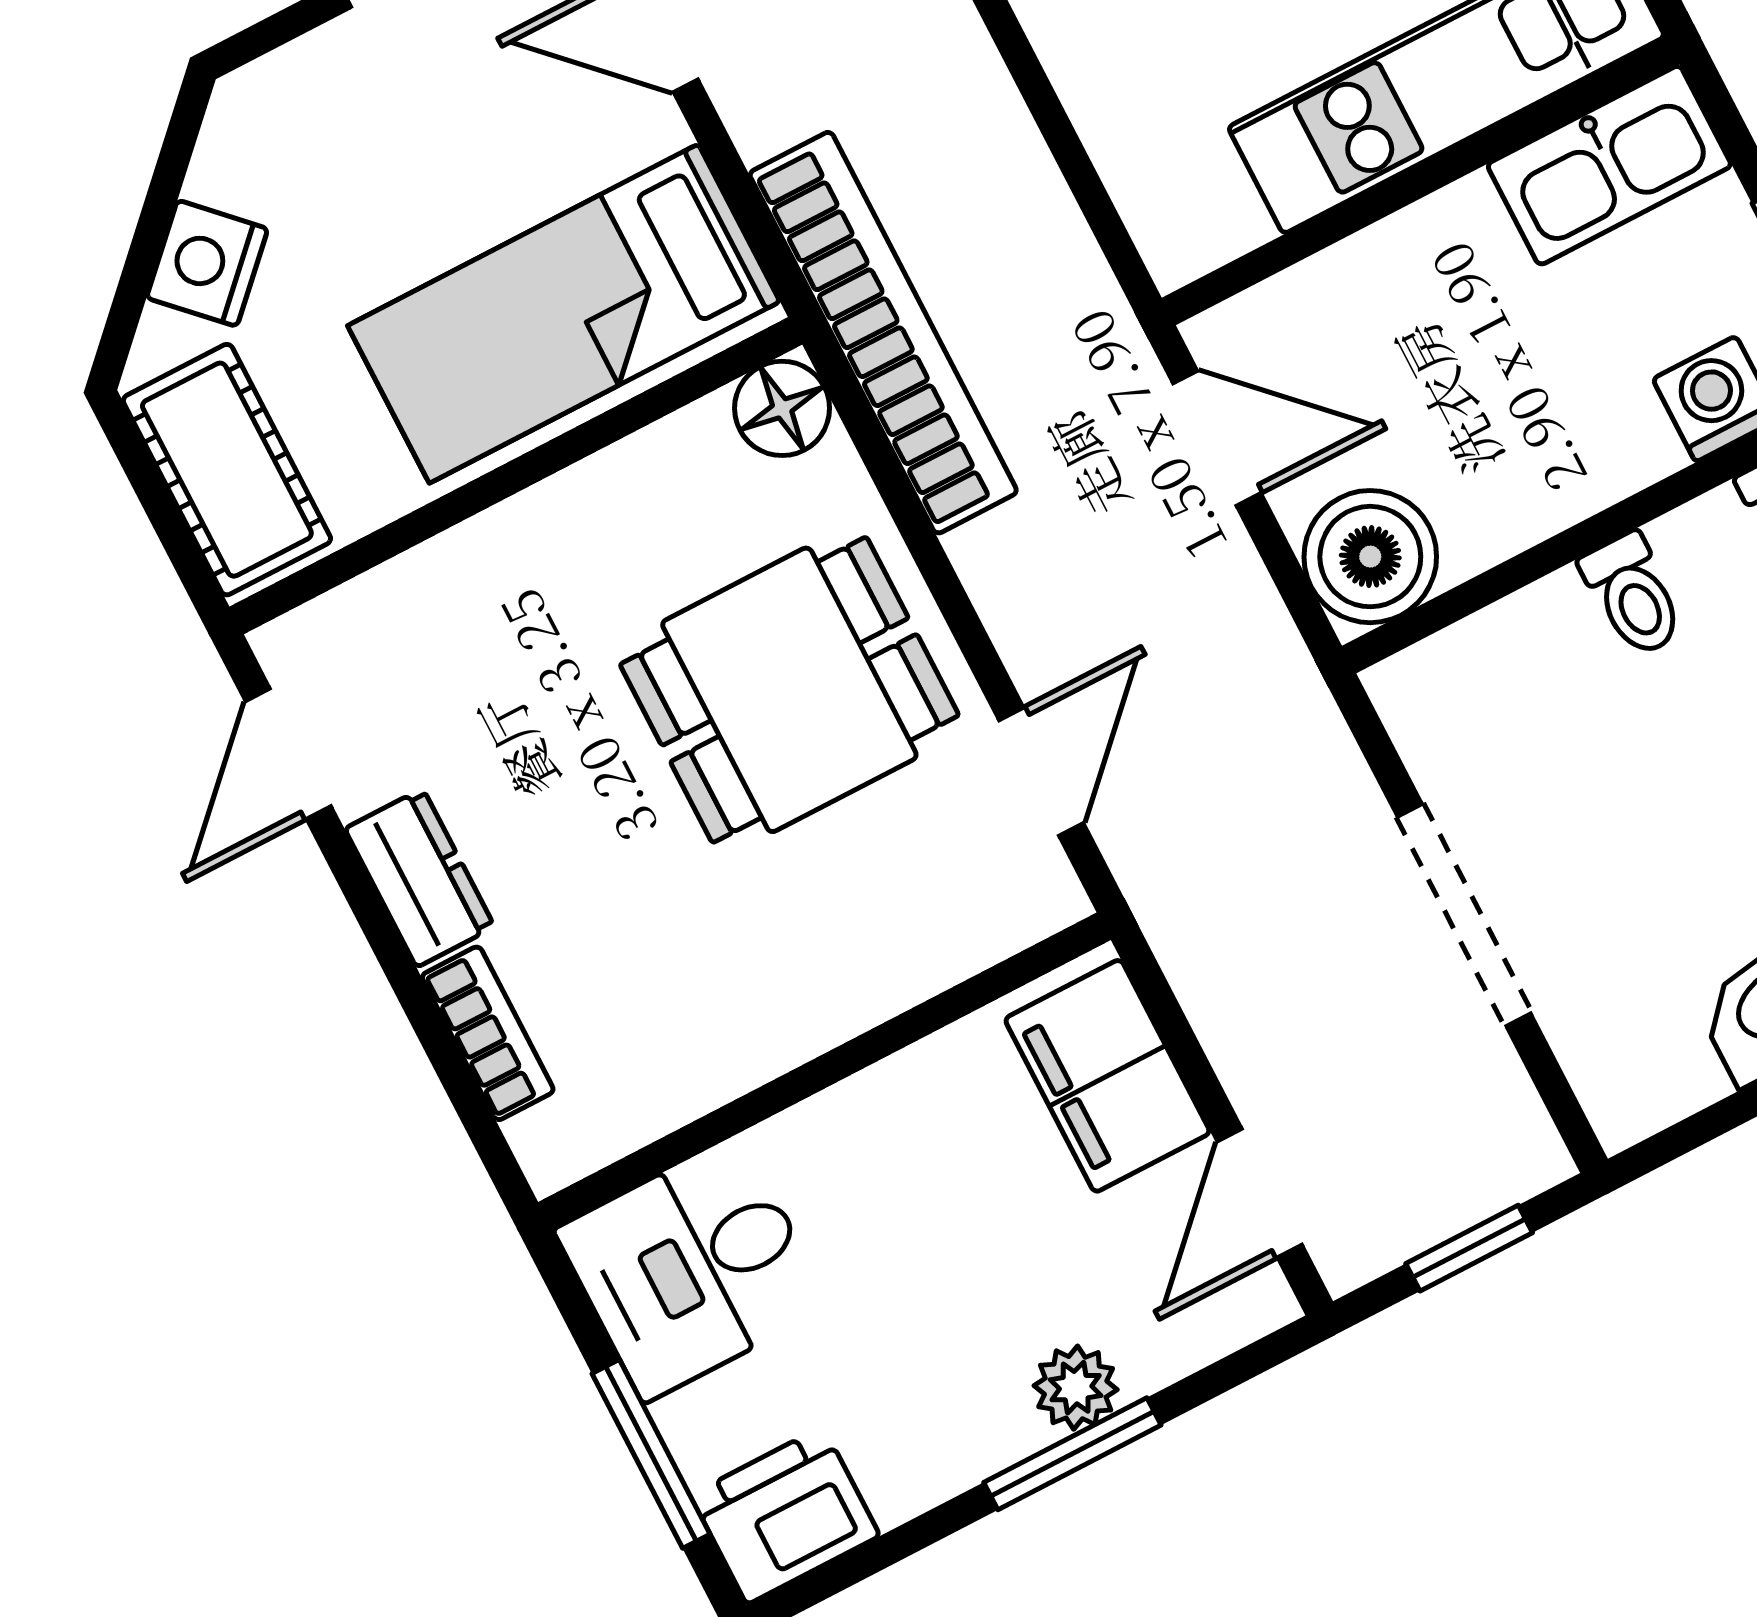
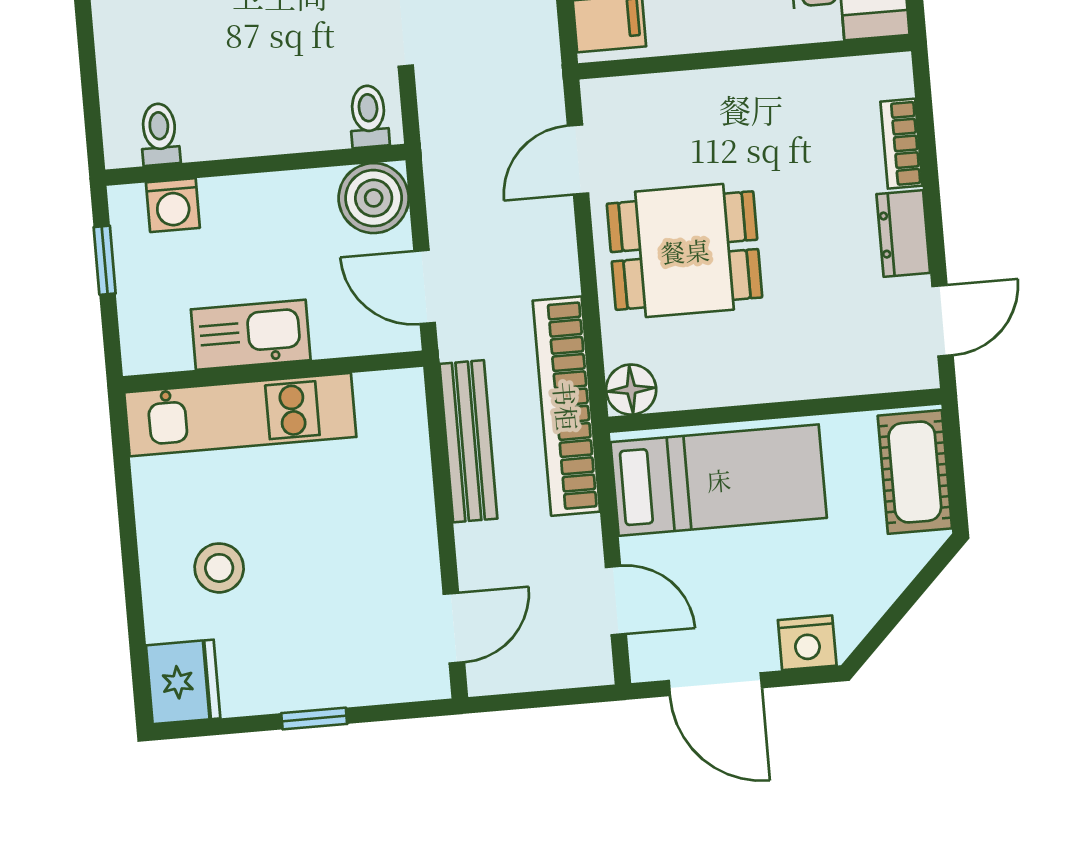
kitchen sink: (1609, 165) -> (251, 335), moved
bench: (1029, 200) -> (468, 441), added
nightstand: (207, 263) -> (807, 643), moved, turned 45
toilet: (1633, 595) -> (369, 116), moved

